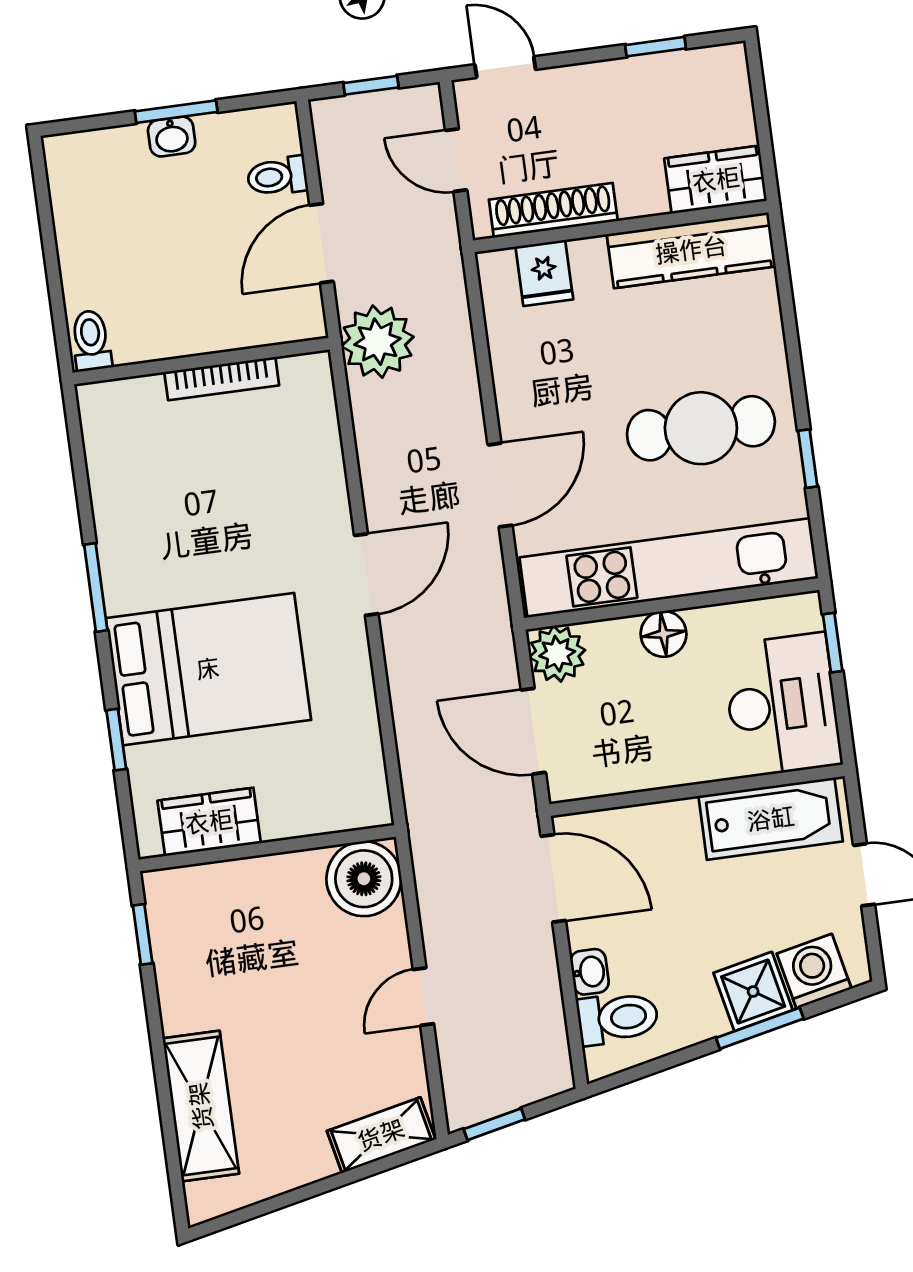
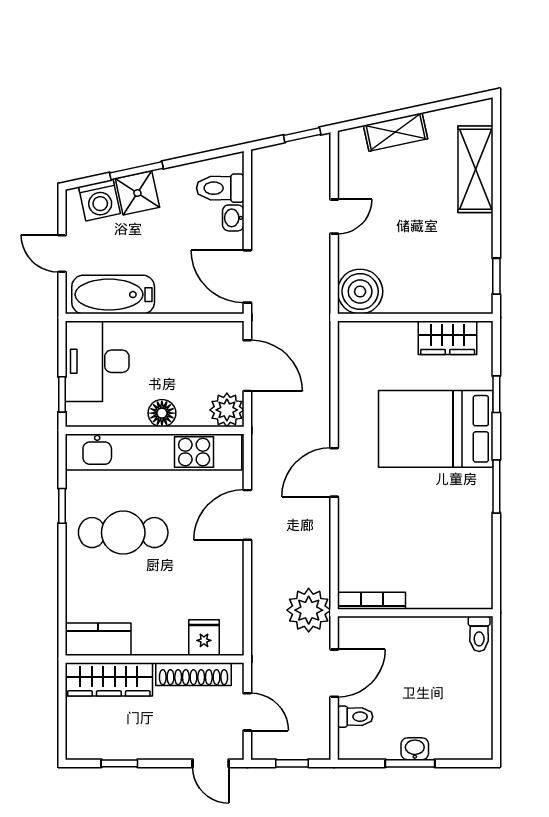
wardrobe: (716, 180) -> (109, 679), width x1.50
kitchen counter: (691, 250) -> (98, 639), width x0.67
bookcase: (222, 379) -> (372, 601), moved
shelving: (381, 1135) -> (396, 132), moved

